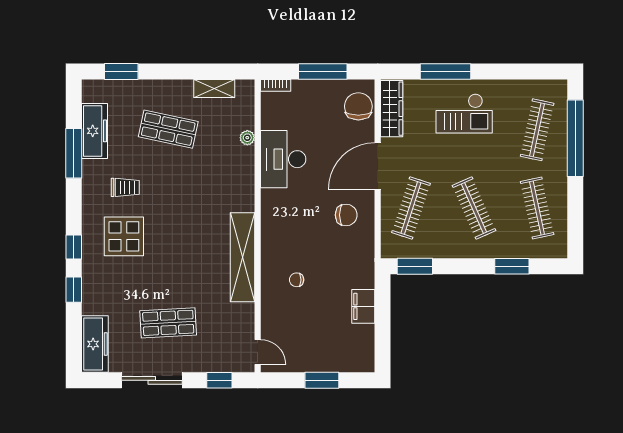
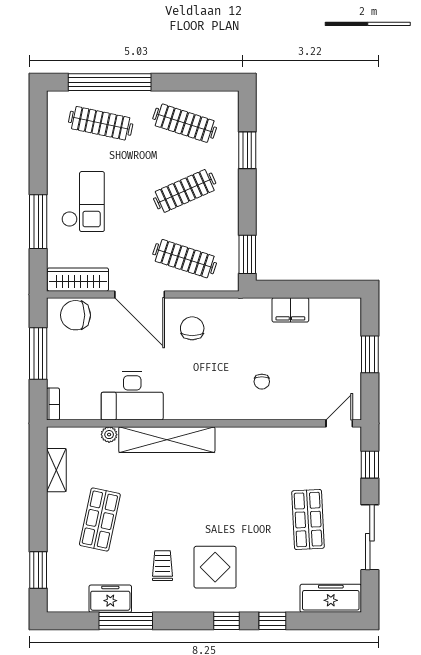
freezer: (94, 131) -> (110, 599), width x0.71
clothes rail: (537, 208) -> (185, 123), turned 30
shelving: (243, 257) -> (167, 440), moved

